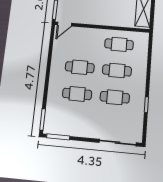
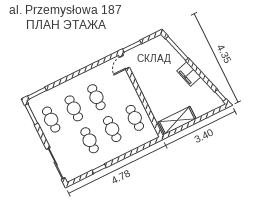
door: (65, 24) -> (124, 62), hinge flipped
cafe table: (74, 121) -> (51, 120), added

